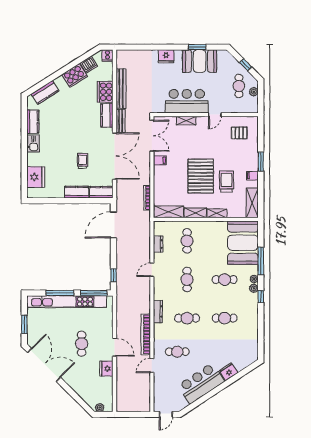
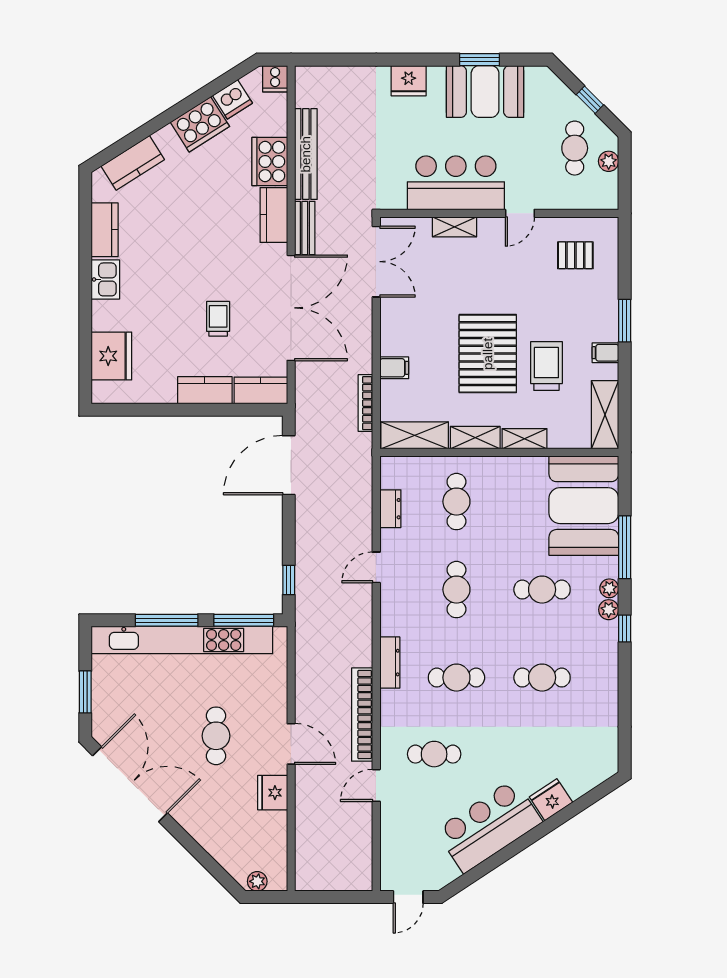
filing cabinet: (160, 160) -> (394, 368), moved

